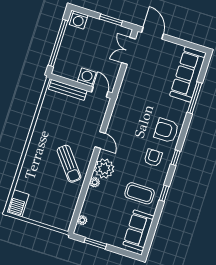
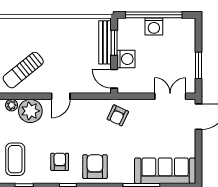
washing machine: (79, 20) -> (154, 27), moved, turned -90
window: (70, 83) -> (114, 43), added
door: (100, 92) -> (114, 79), swing flipped
armchair: (131, 98) -> (118, 115), added
armchair: (153, 158) -> (60, 162), turned -90

